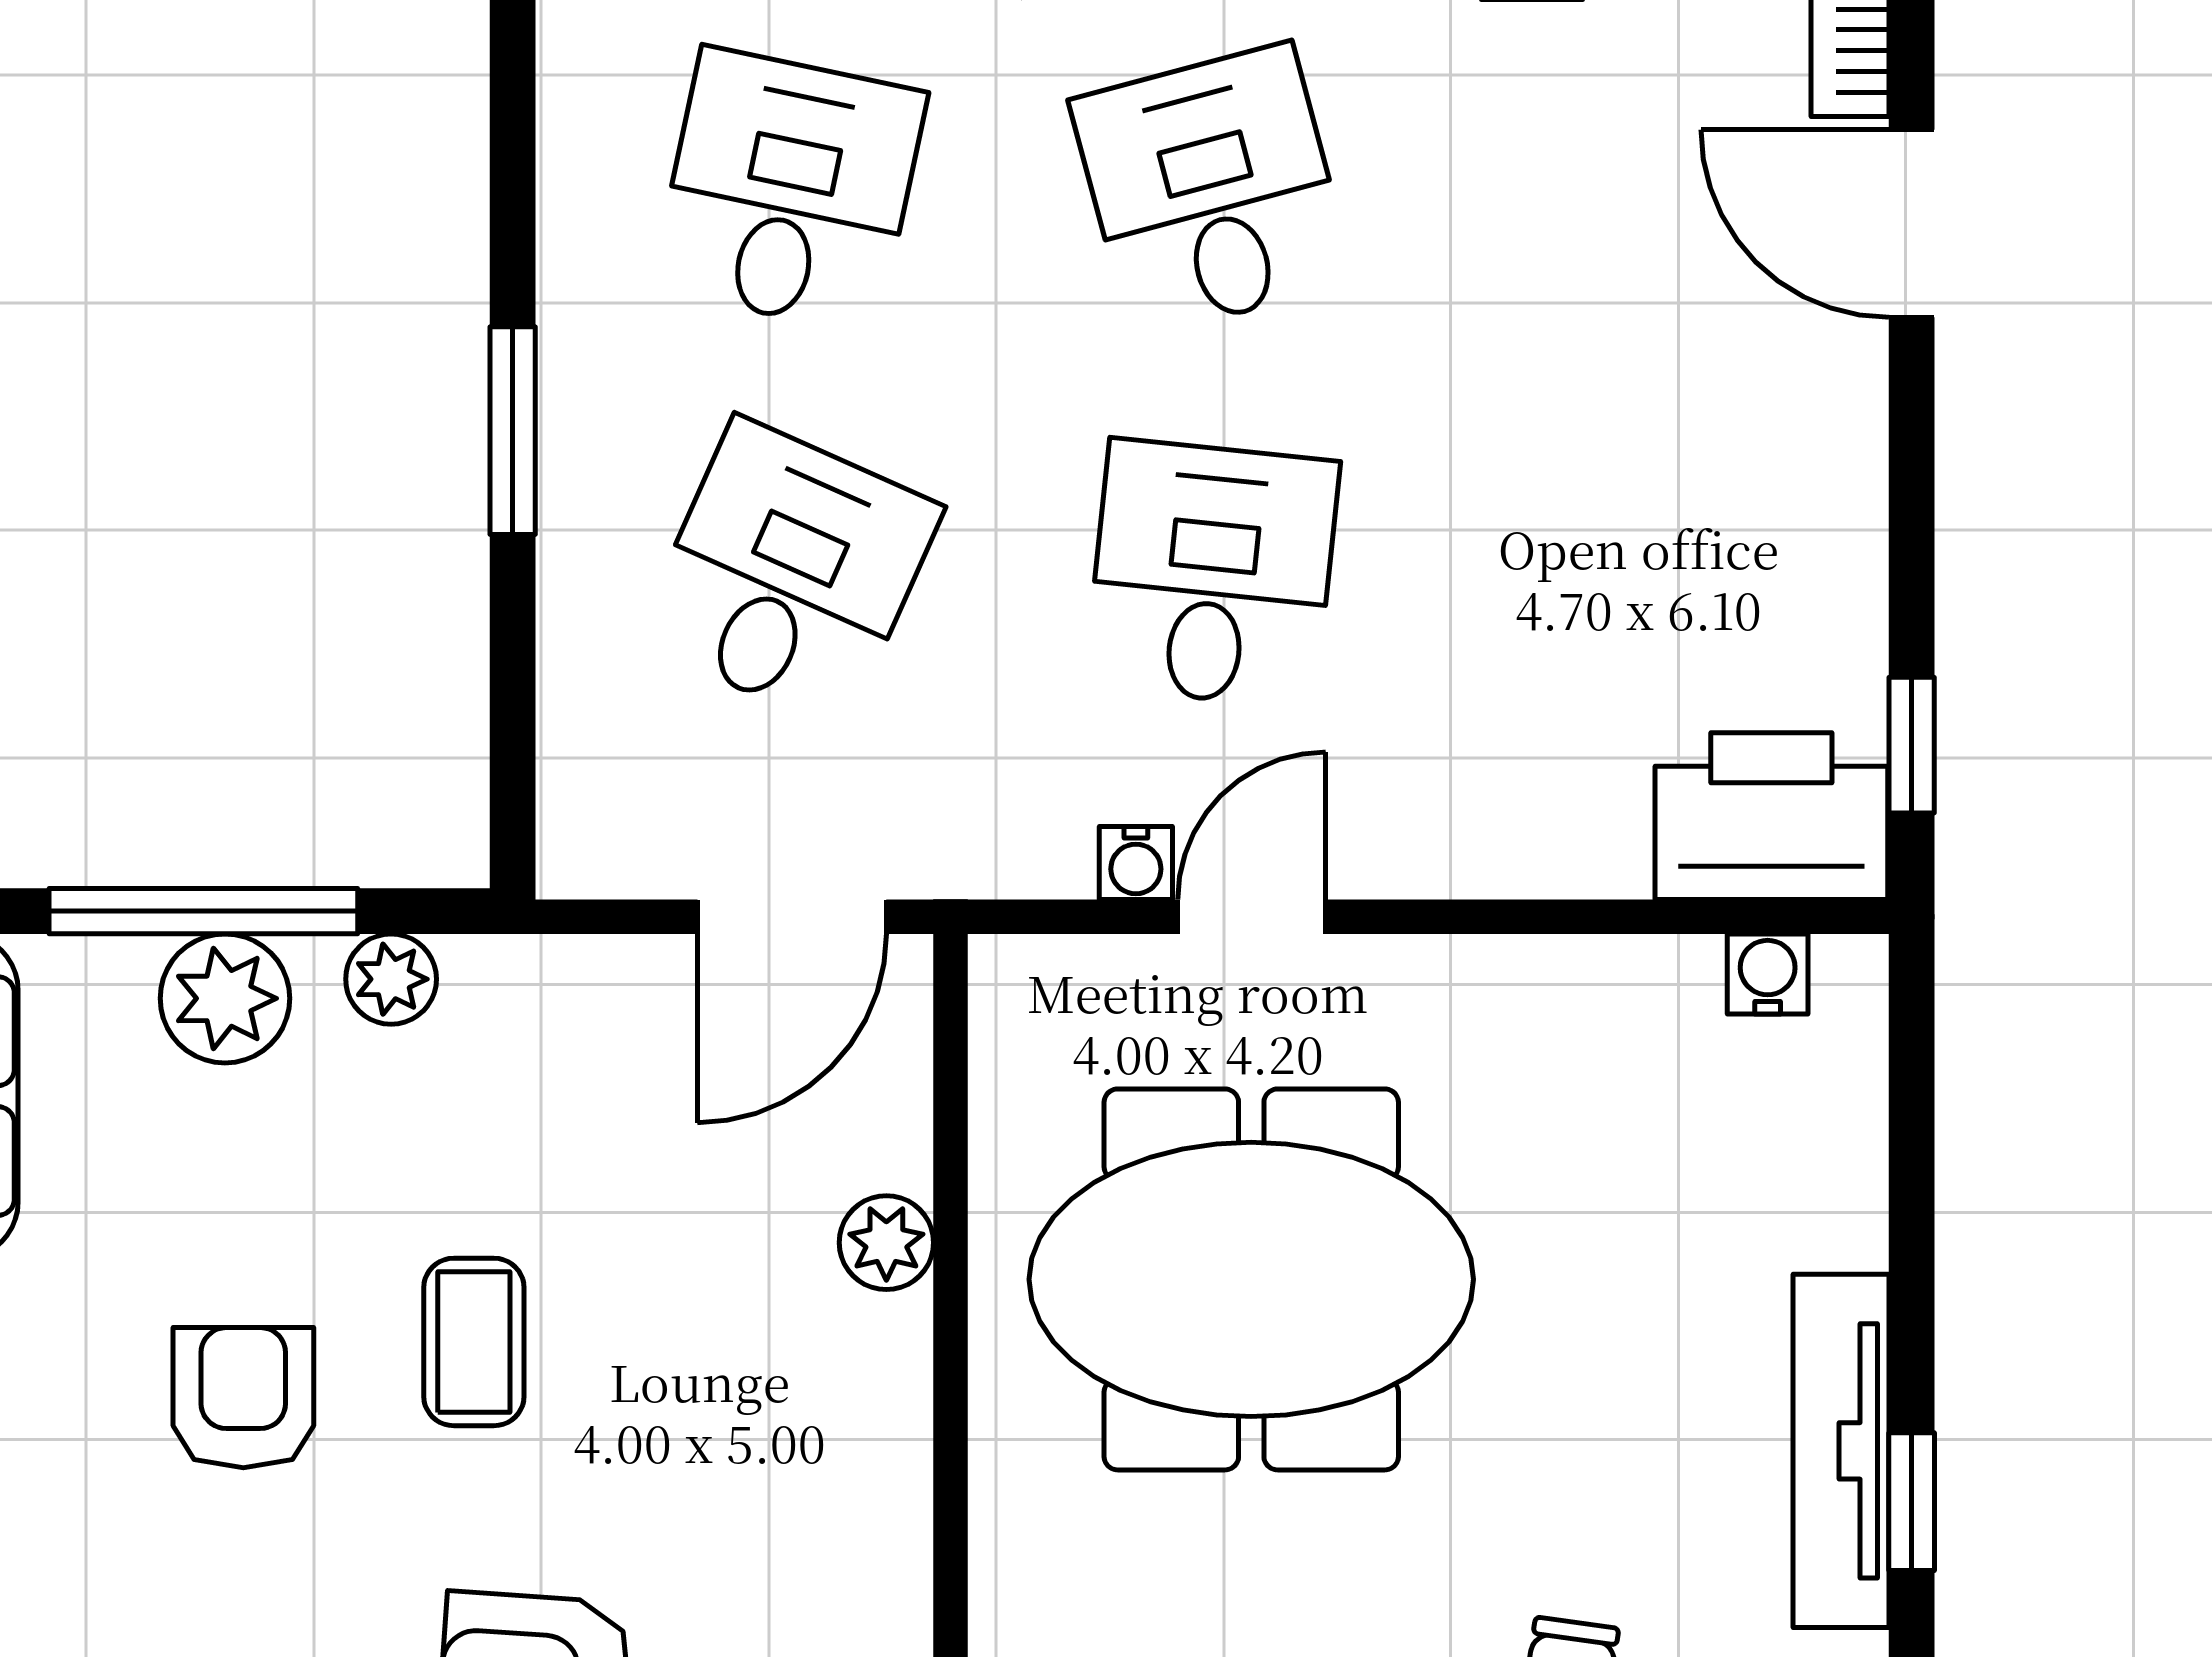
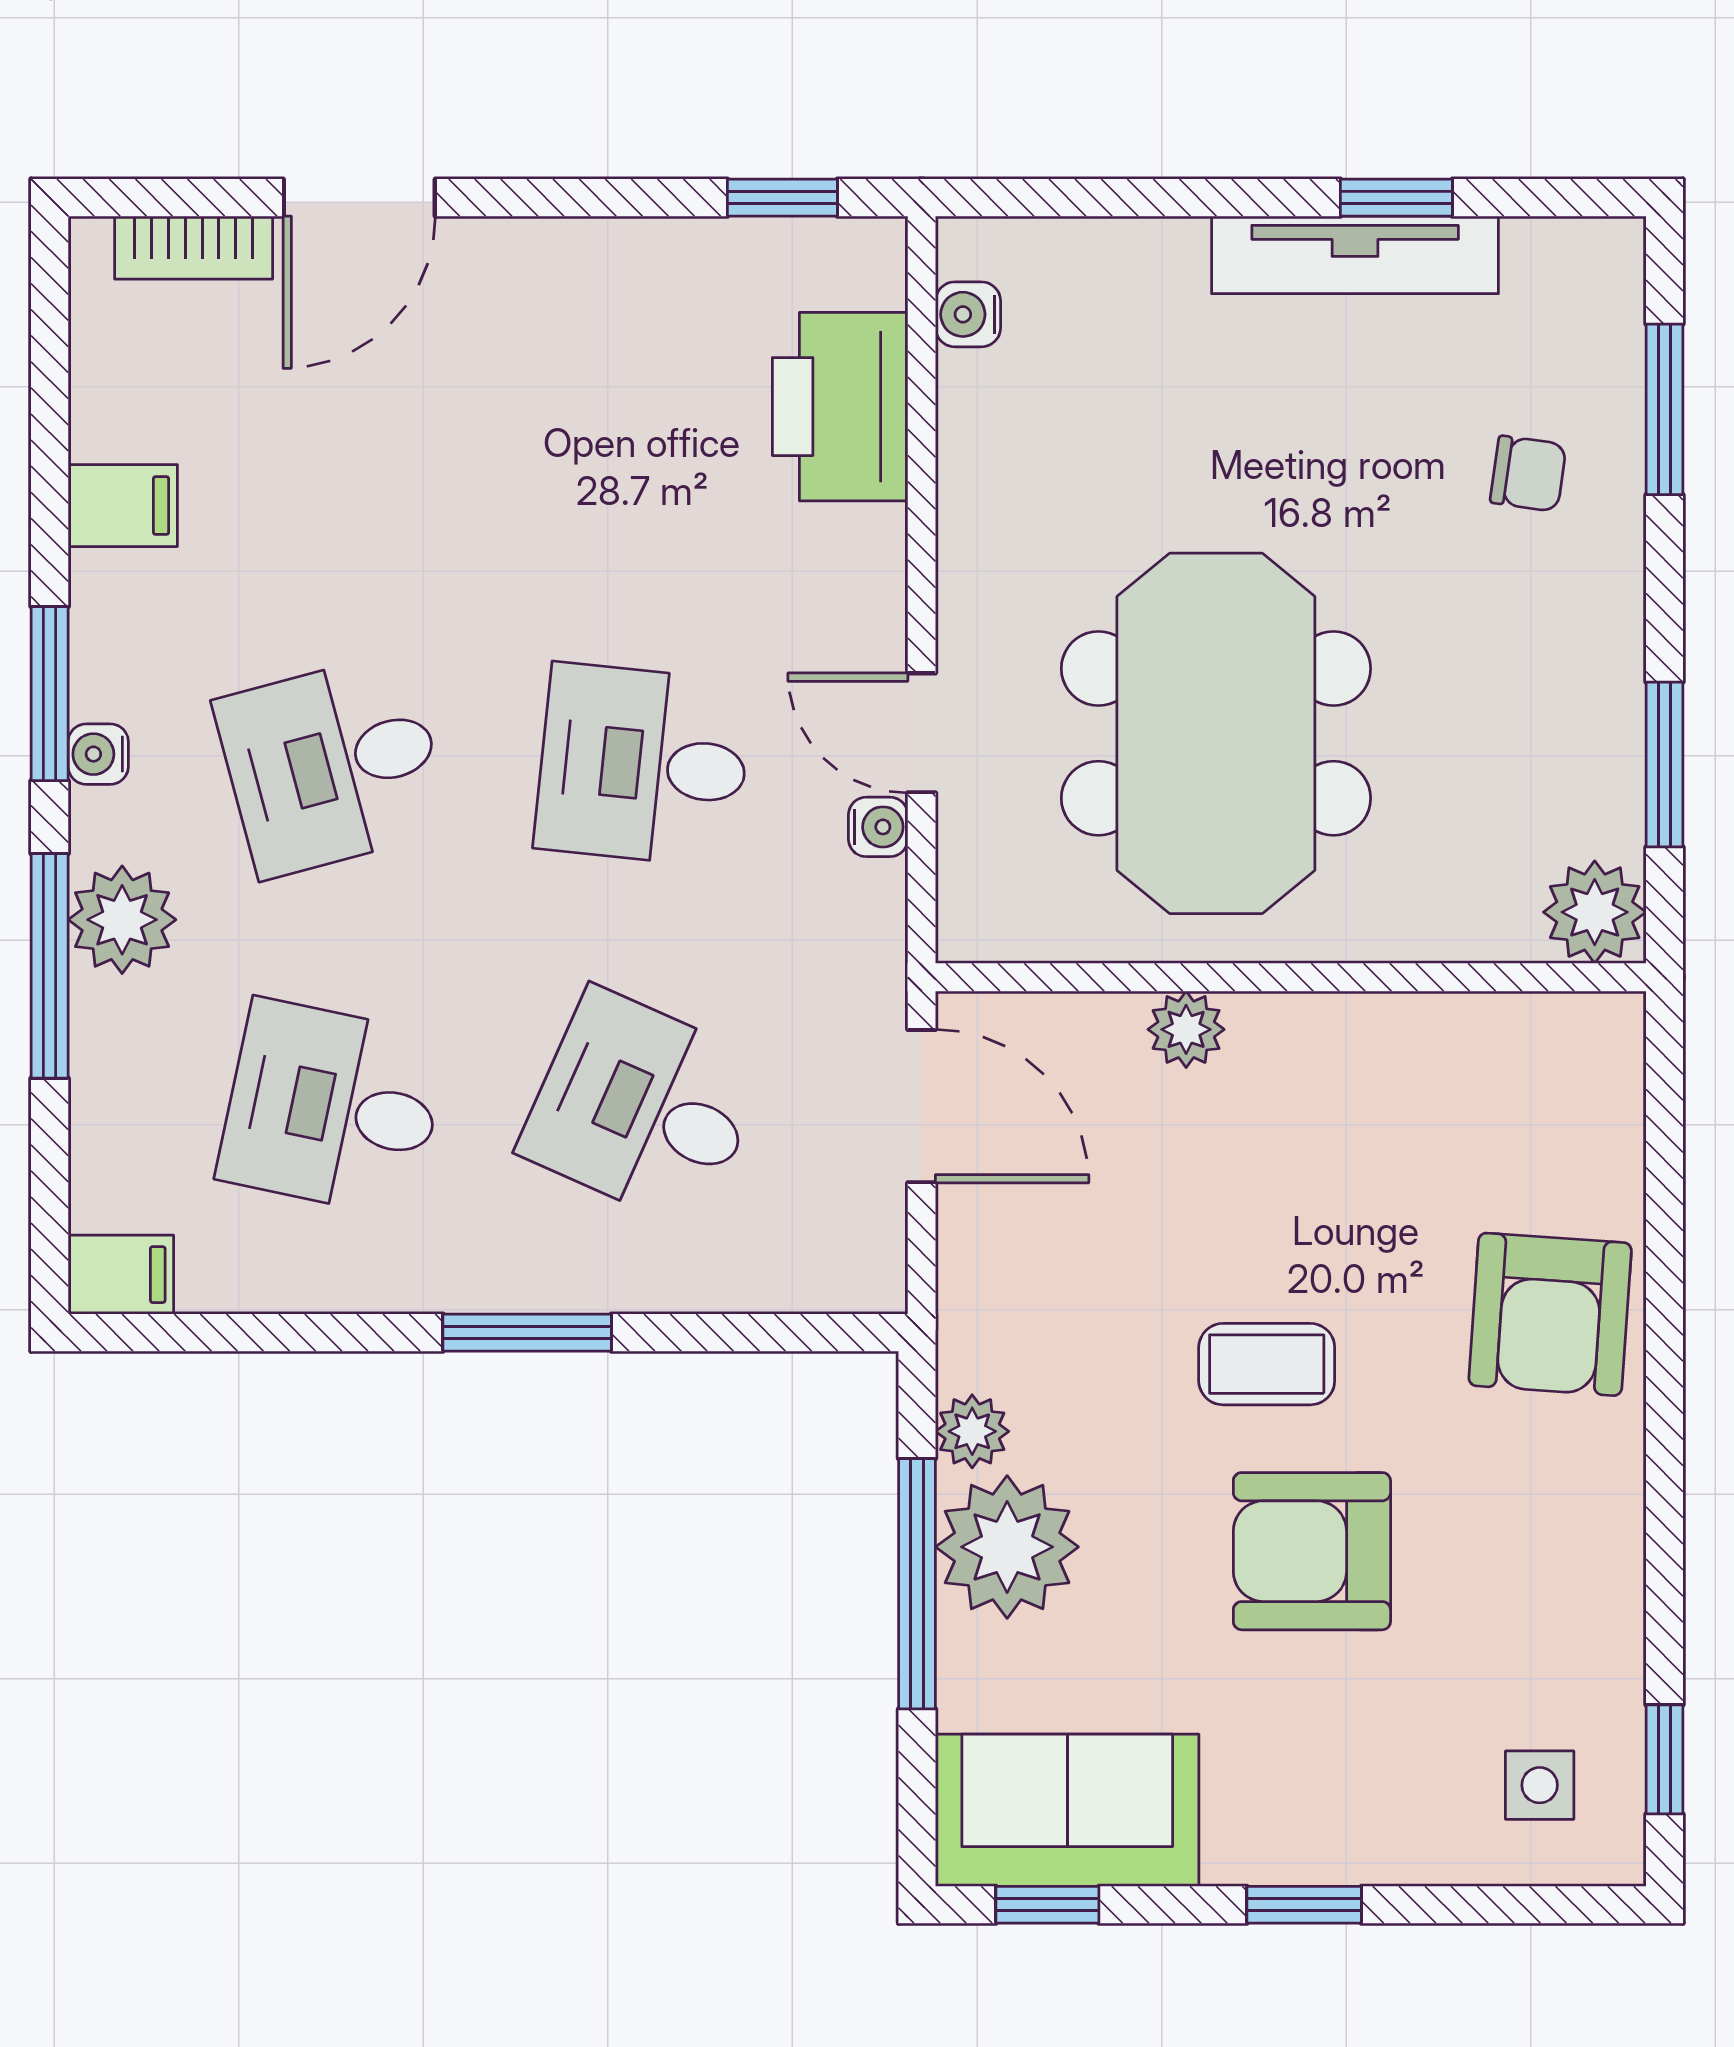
printer: (1771, 816) -> (840, 407), moved
plant: (225, 998) -> (1007, 1547), width x1.36, depth x1.36
armchair: (243, 1398) -> (1312, 1551), width x1.38, depth x1.38

